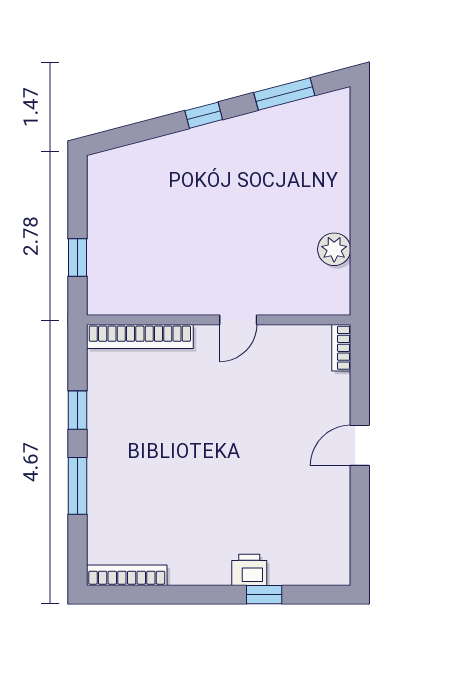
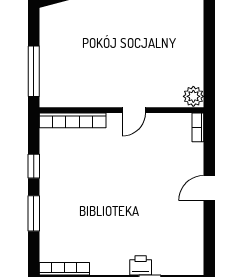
plant: (334, 249) -> (193, 96), moved
window: (77, 258) -> (34, 71), width x2.17

